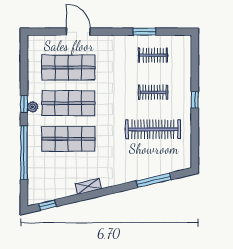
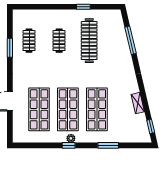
window: (195, 100) -> (83, 7), moved
window: (24, 153) -> (108, 145), width x0.47
shelving: (88, 186) -> (138, 103), moved

